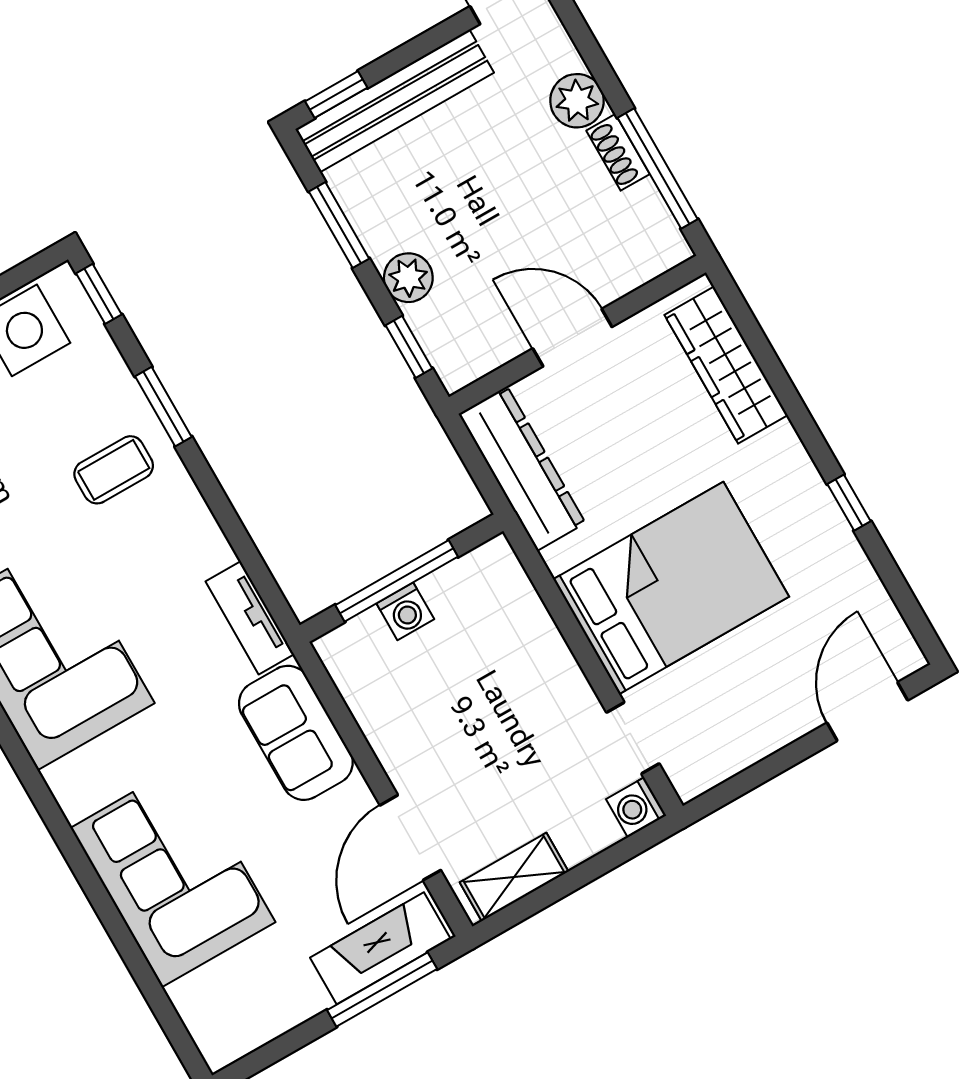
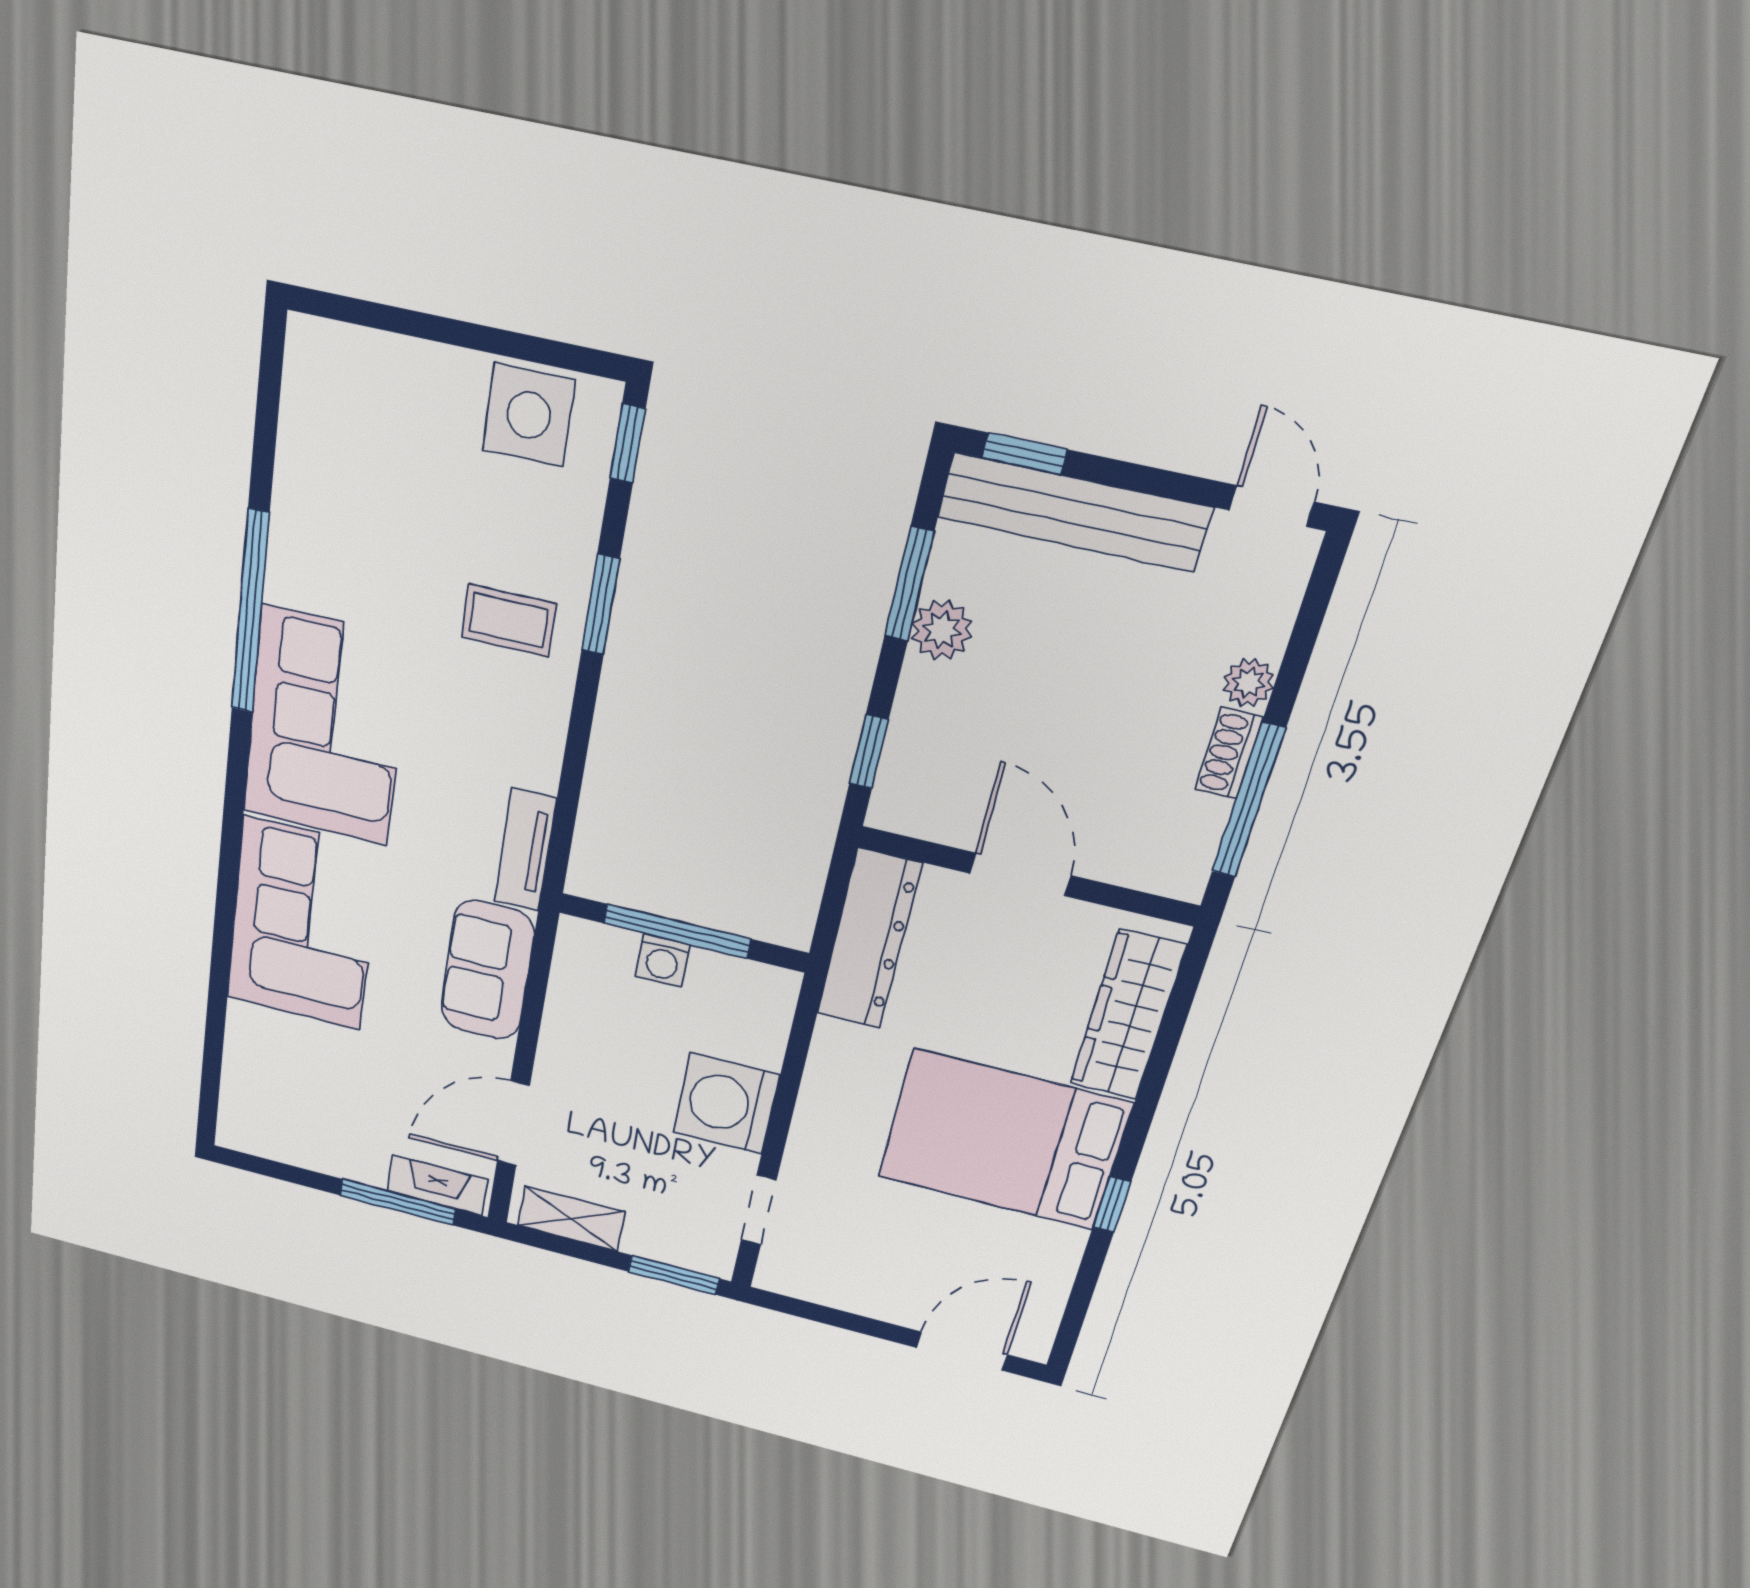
plant: (577, 101) -> (1249, 683), width x0.73, depth x0.73
plant: (408, 278) -> (942, 630), moved
bed: (671, 588) -> (1004, 1140), moved, turned 180
washing machine: (636, 807) -> (726, 1104), moved, width x1.89, depth x1.89
window: (623, 851) -> (673, 1275), added
corner sofa: (173, 875) -> (302, 924), moved
fireplace: (380, 948) -> (437, 1185), width x0.73, depth x0.76

